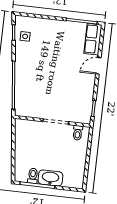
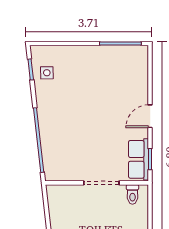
row of seats: (93, 39) -> (138, 159), moved
door: (98, 66) -> (150, 116), moved

